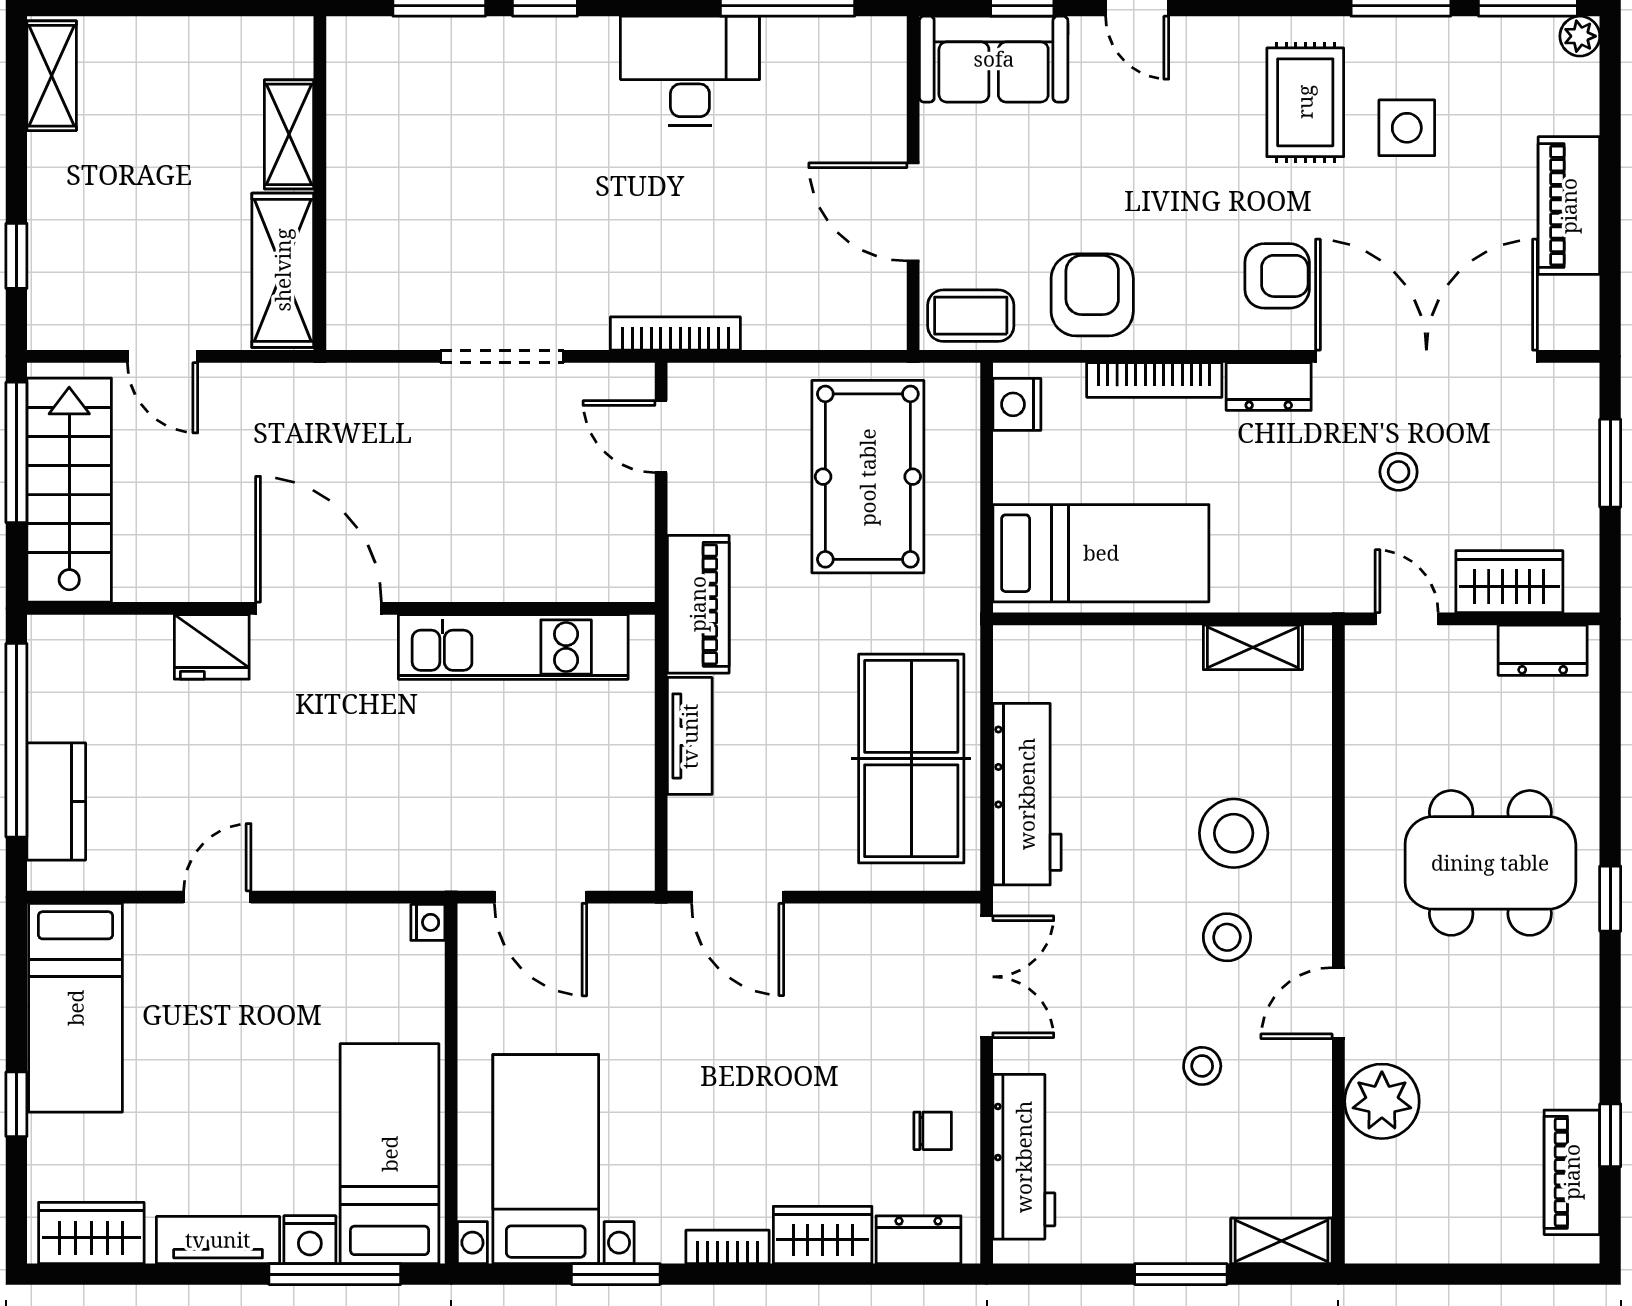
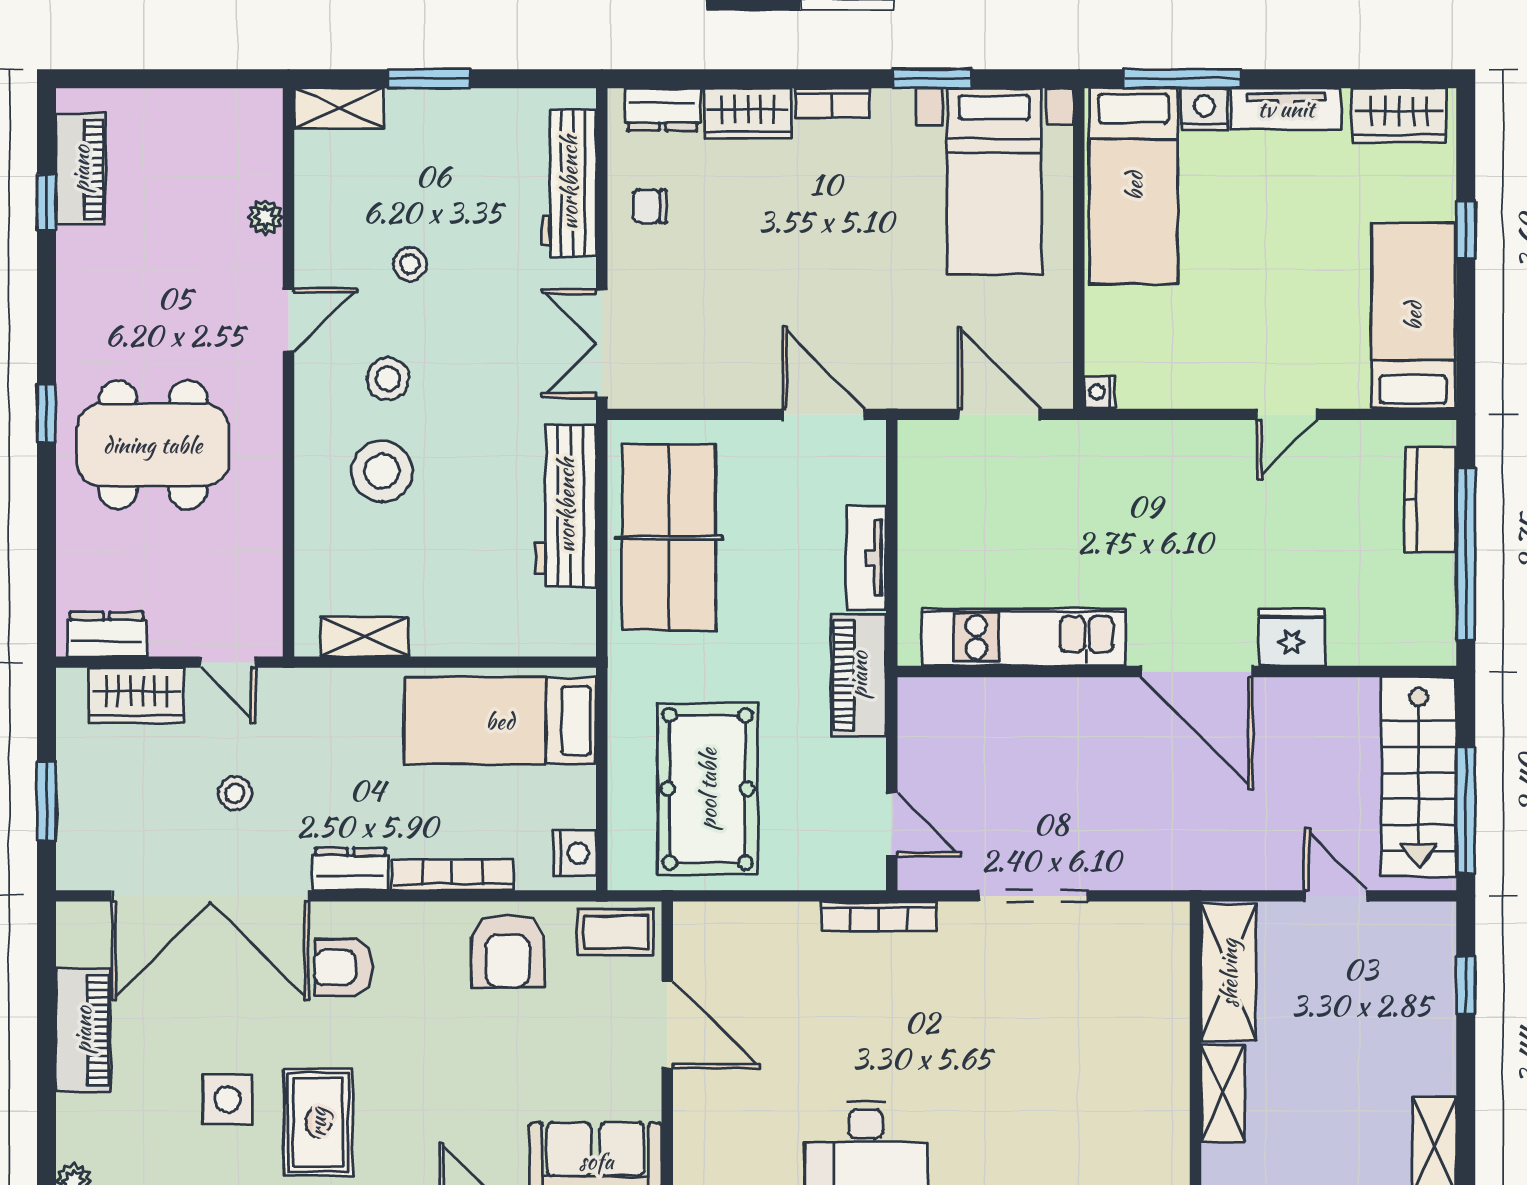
plant: (1382, 1101) -> (265, 217), width x0.53, depth x0.53

